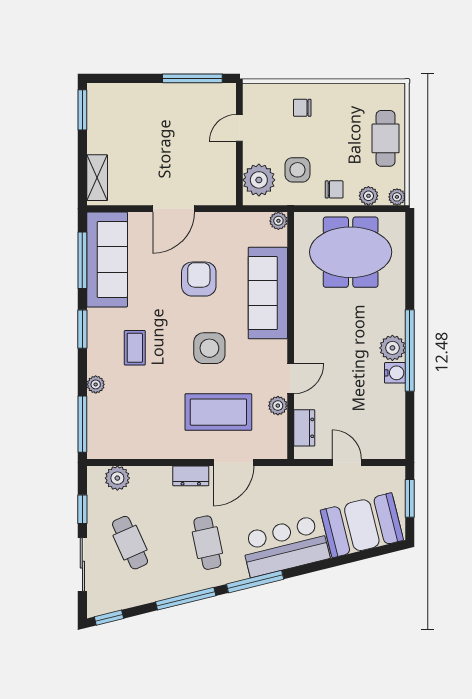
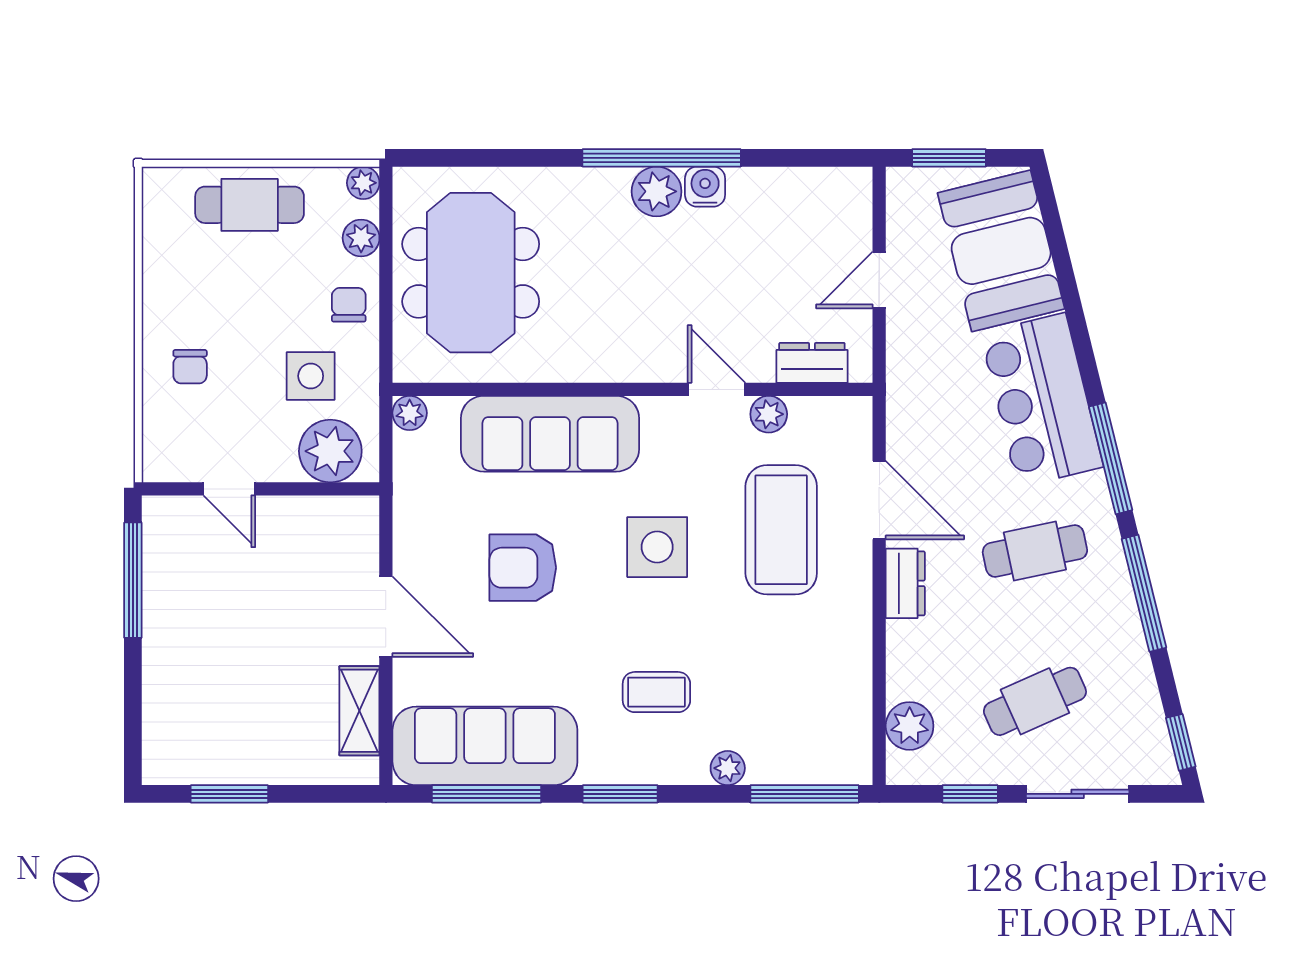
window: (82, 110) -> (229, 794), moved
shelving: (97, 178) -> (359, 711), moved, turned 90

